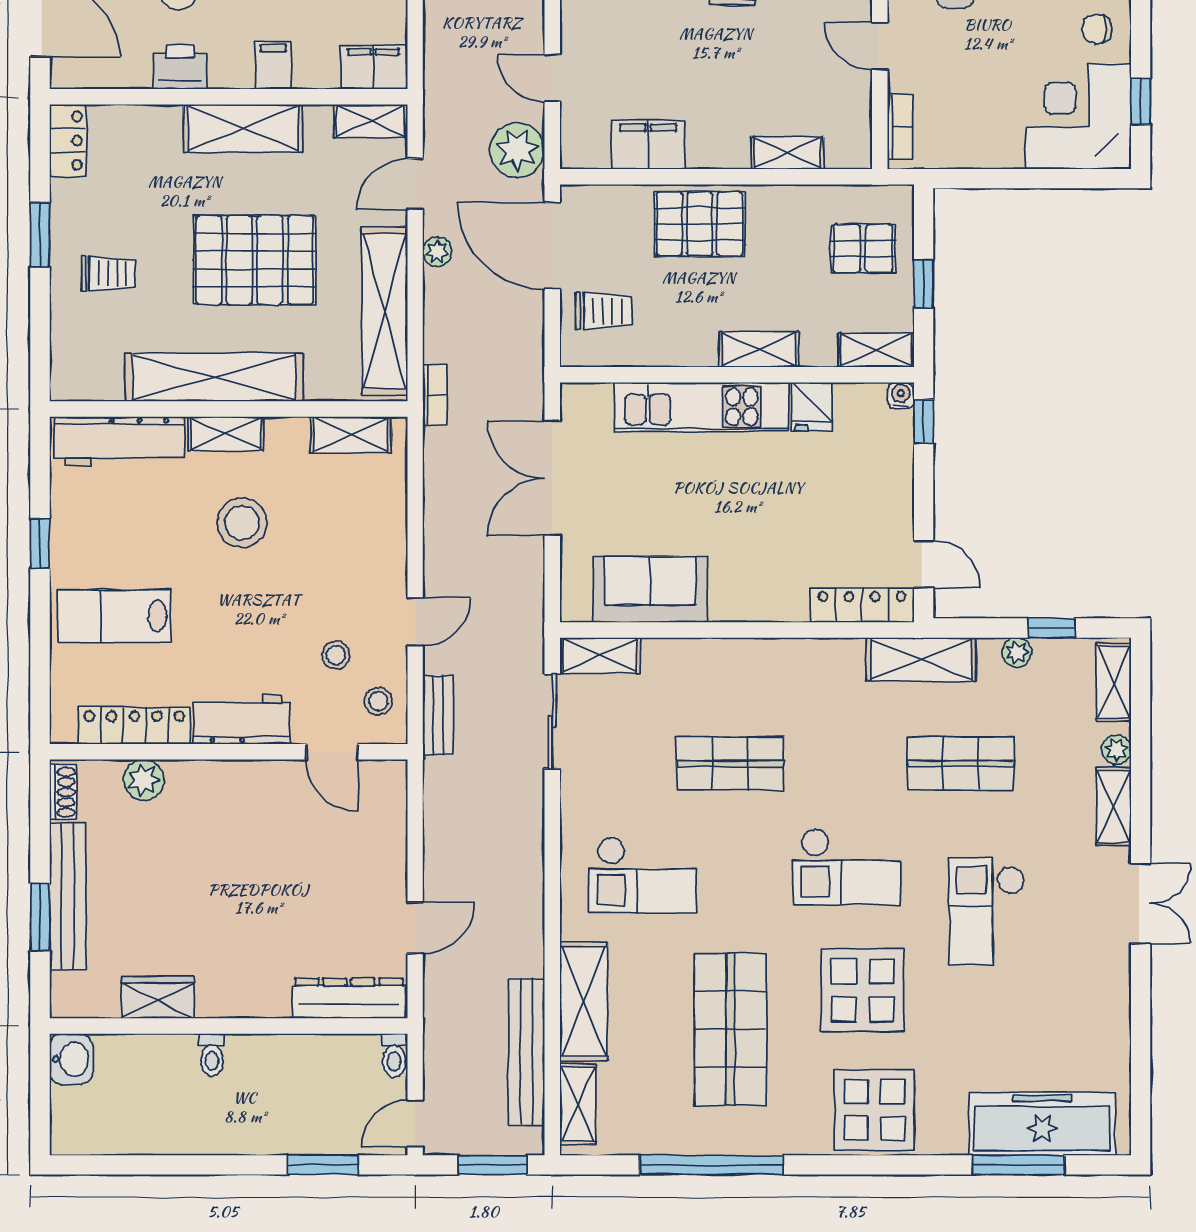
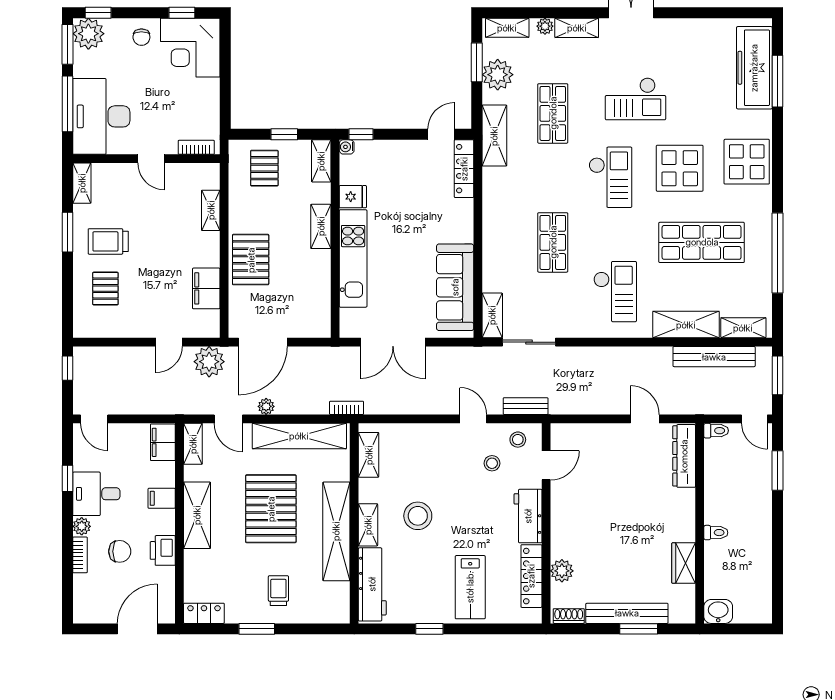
door: (880, 46) -> (151, 159), hinge flipped
trolley: (604, 311) -> (299, 313), removed
sofa: (650, 589) -> (455, 287), width x1.36
window: (1052, 628) -> (477, 62), width x1.50
plant: (1017, 652) -> (498, 75), width x1.88, depth x1.88

